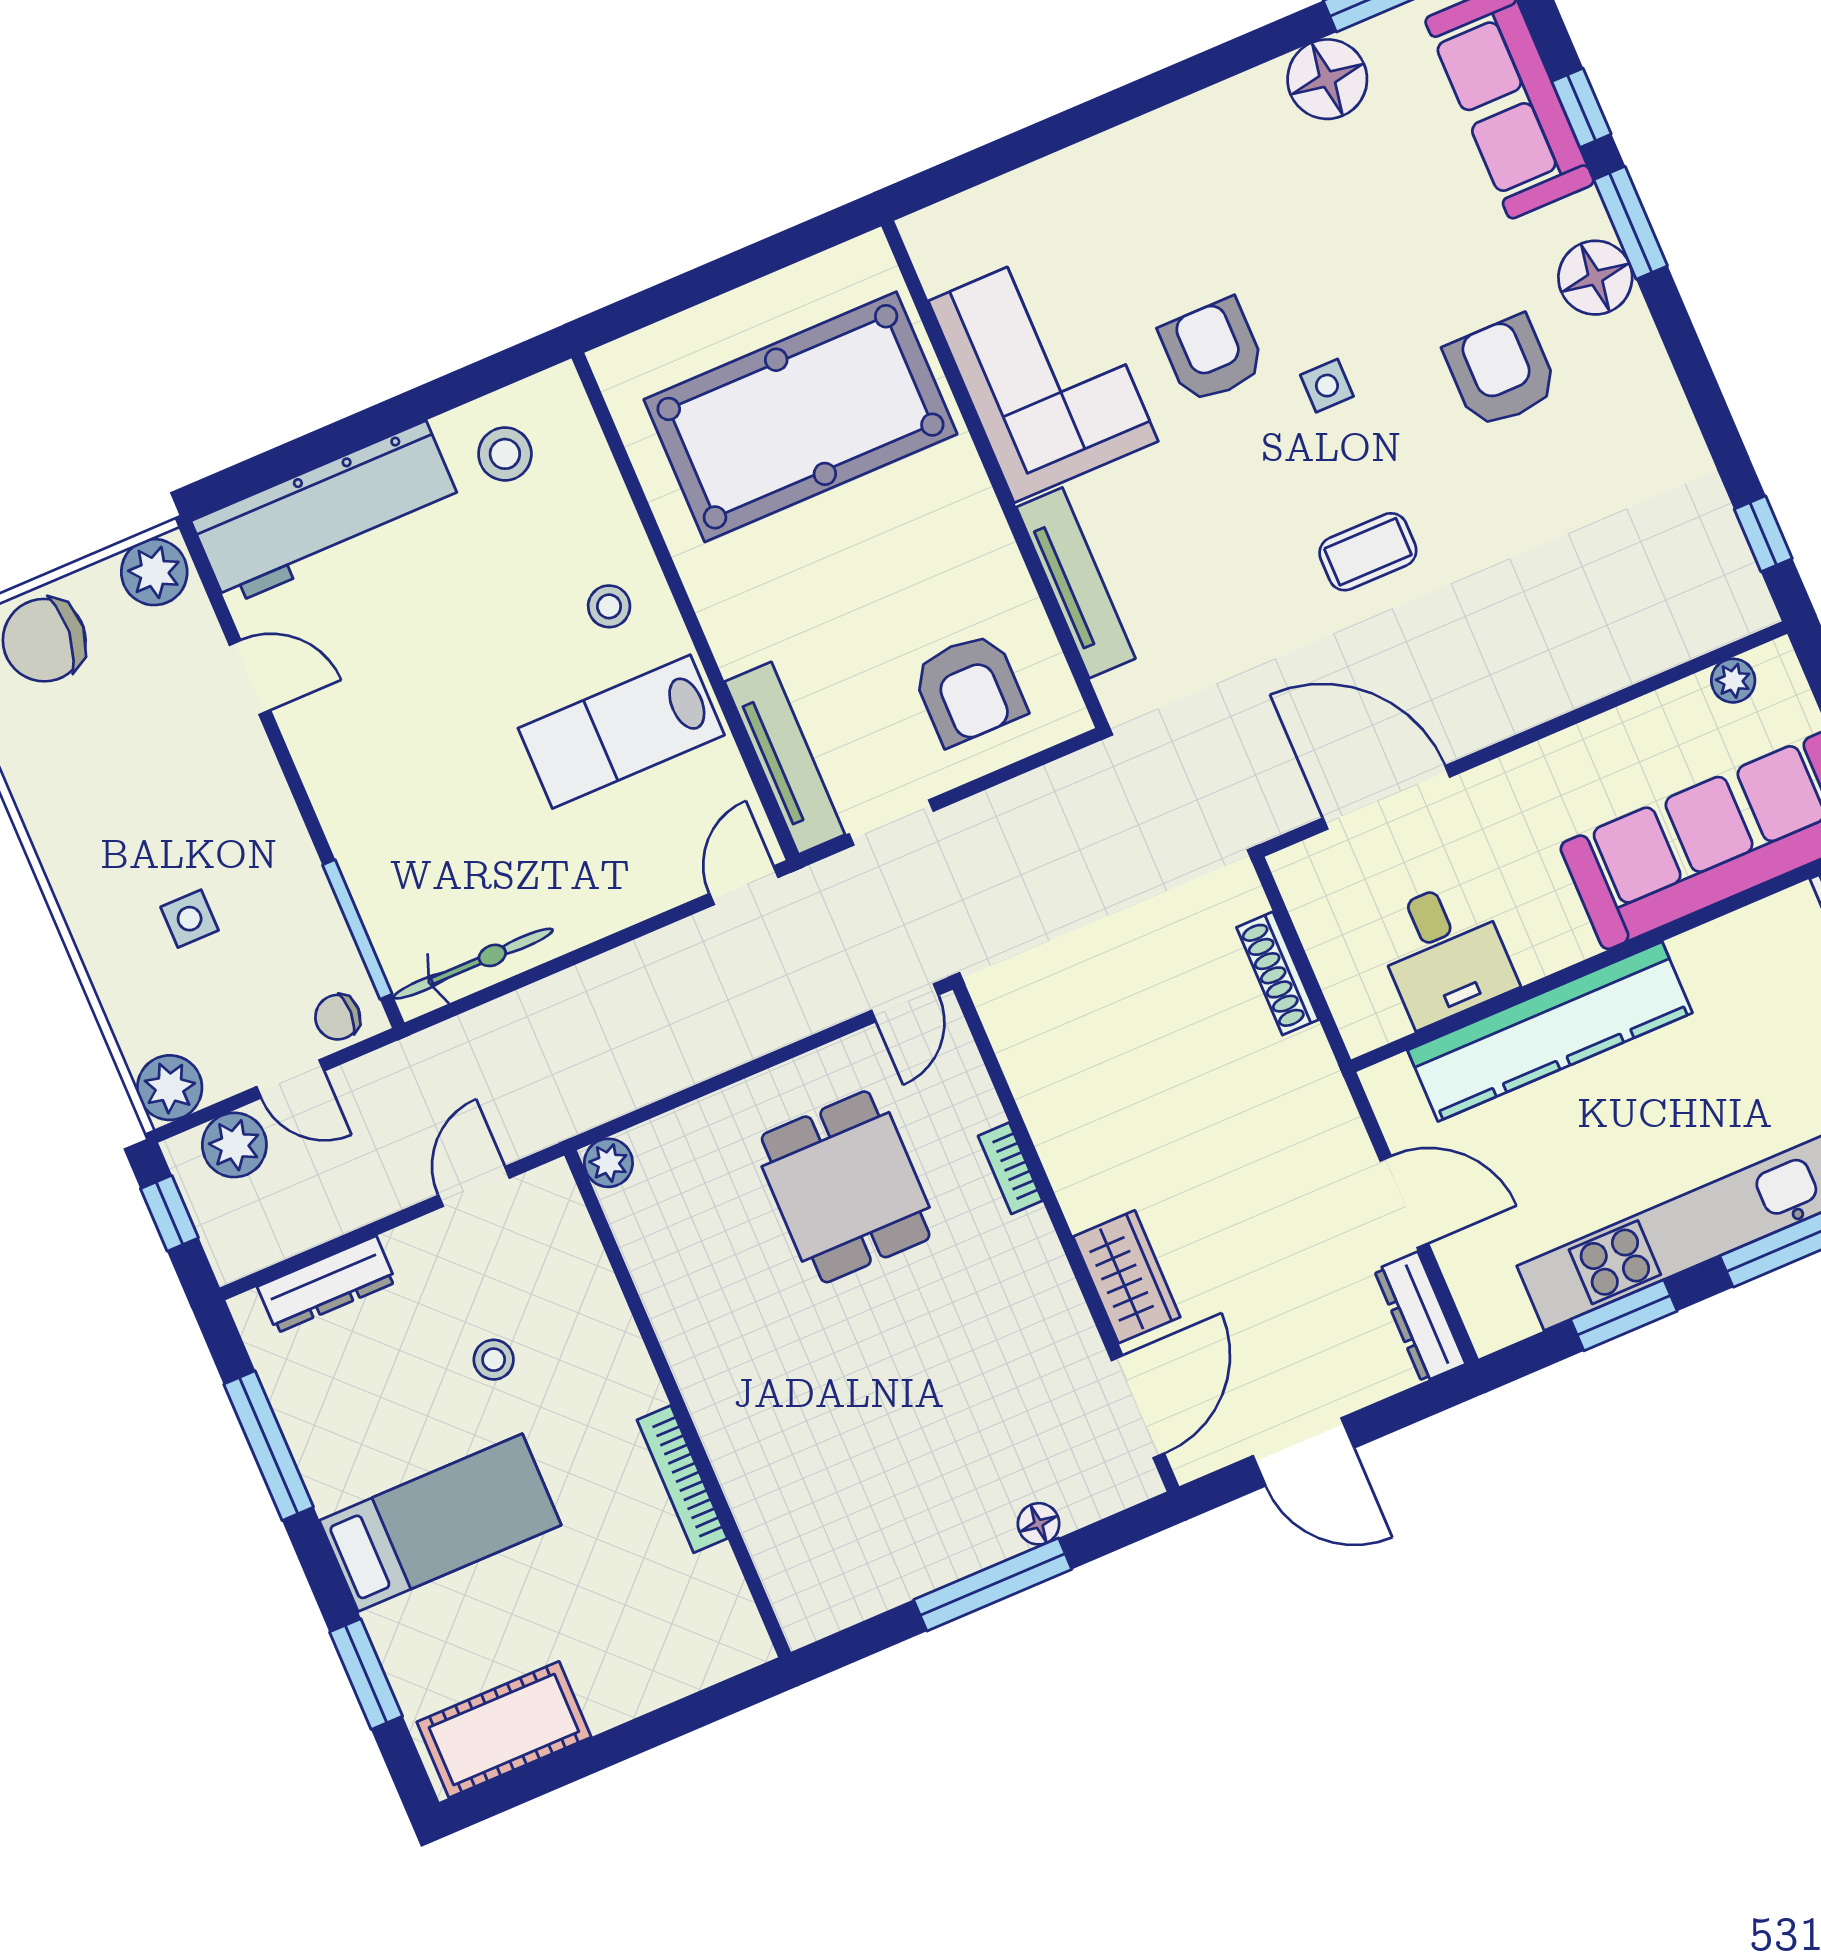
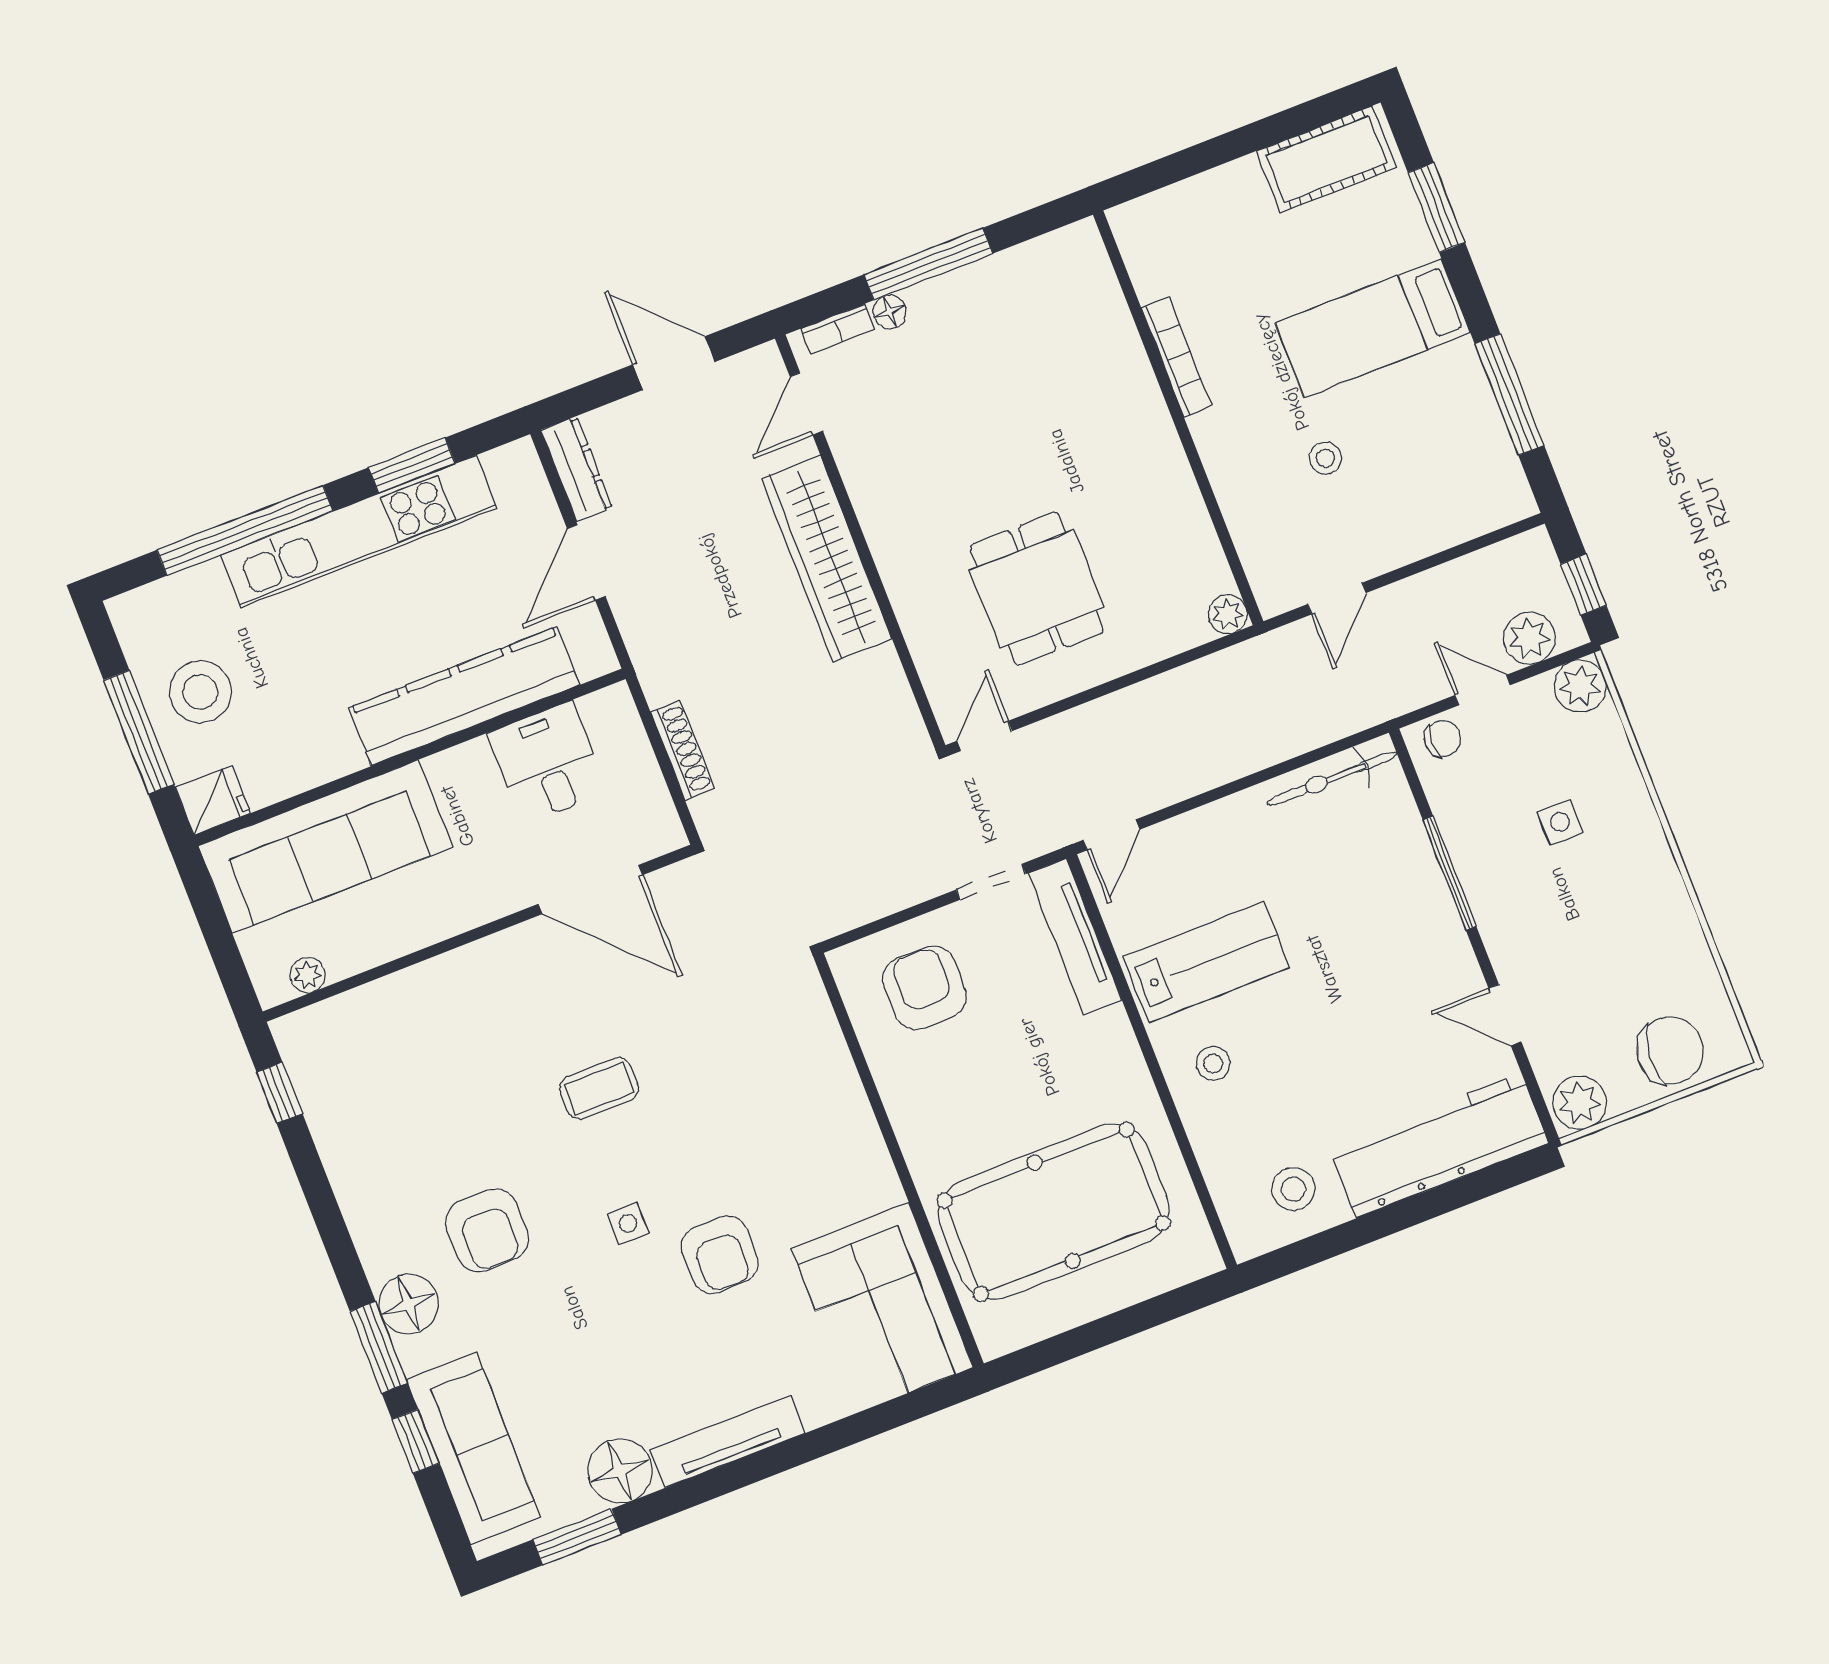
corner sofa: (1043, 371) -> (882, 1308), moved
tv unit: (1076, 583) -> (728, 1442), moved, turned 90
window: (357, 929) -> (1450, 873), moved
bookcase: (1010, 1168) -> (838, 329), moved, turned 90
door: (1404, 1202) -> (586, 562), hinge flipped
wardrobe: (1127, 1277) -> (827, 559), width x2.10, depth x1.17
dresser: (327, 1284) -> (1458, 523), removed
door: (1138, 1407) -> (806, 404), width x0.73

